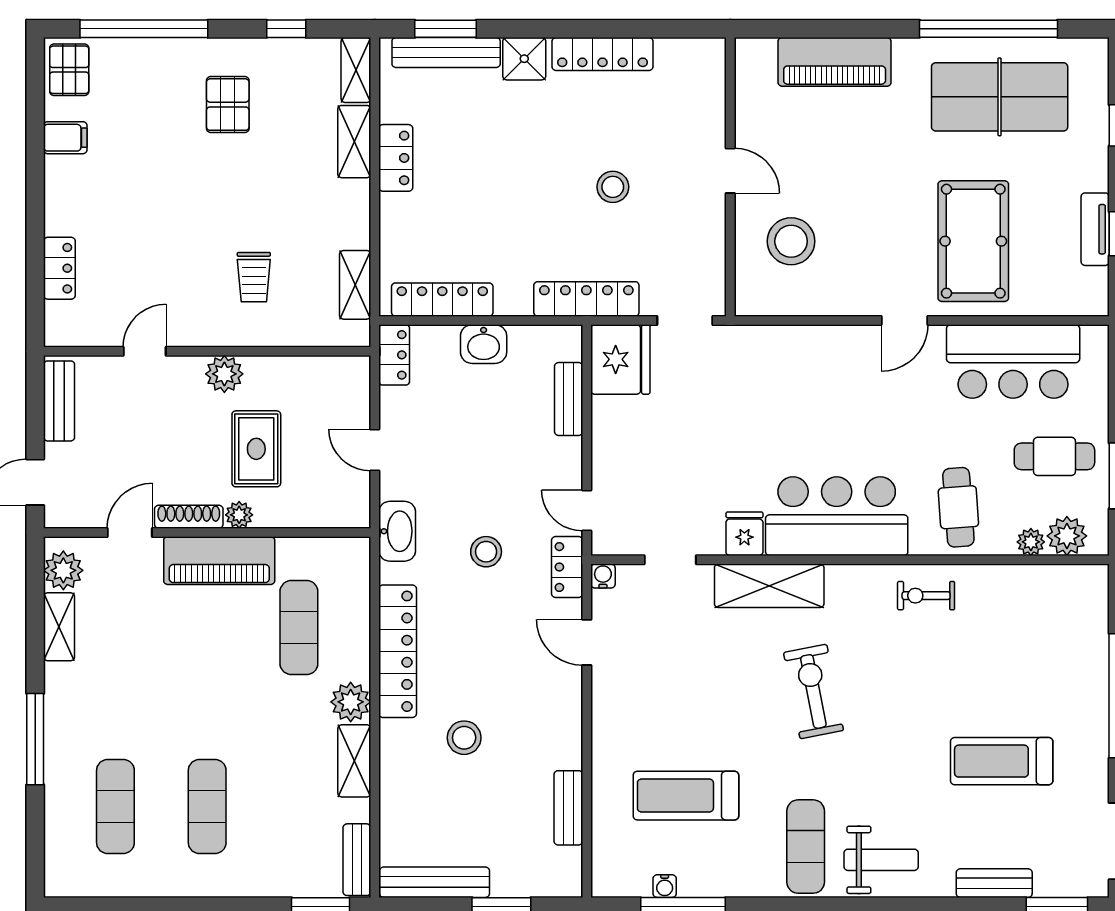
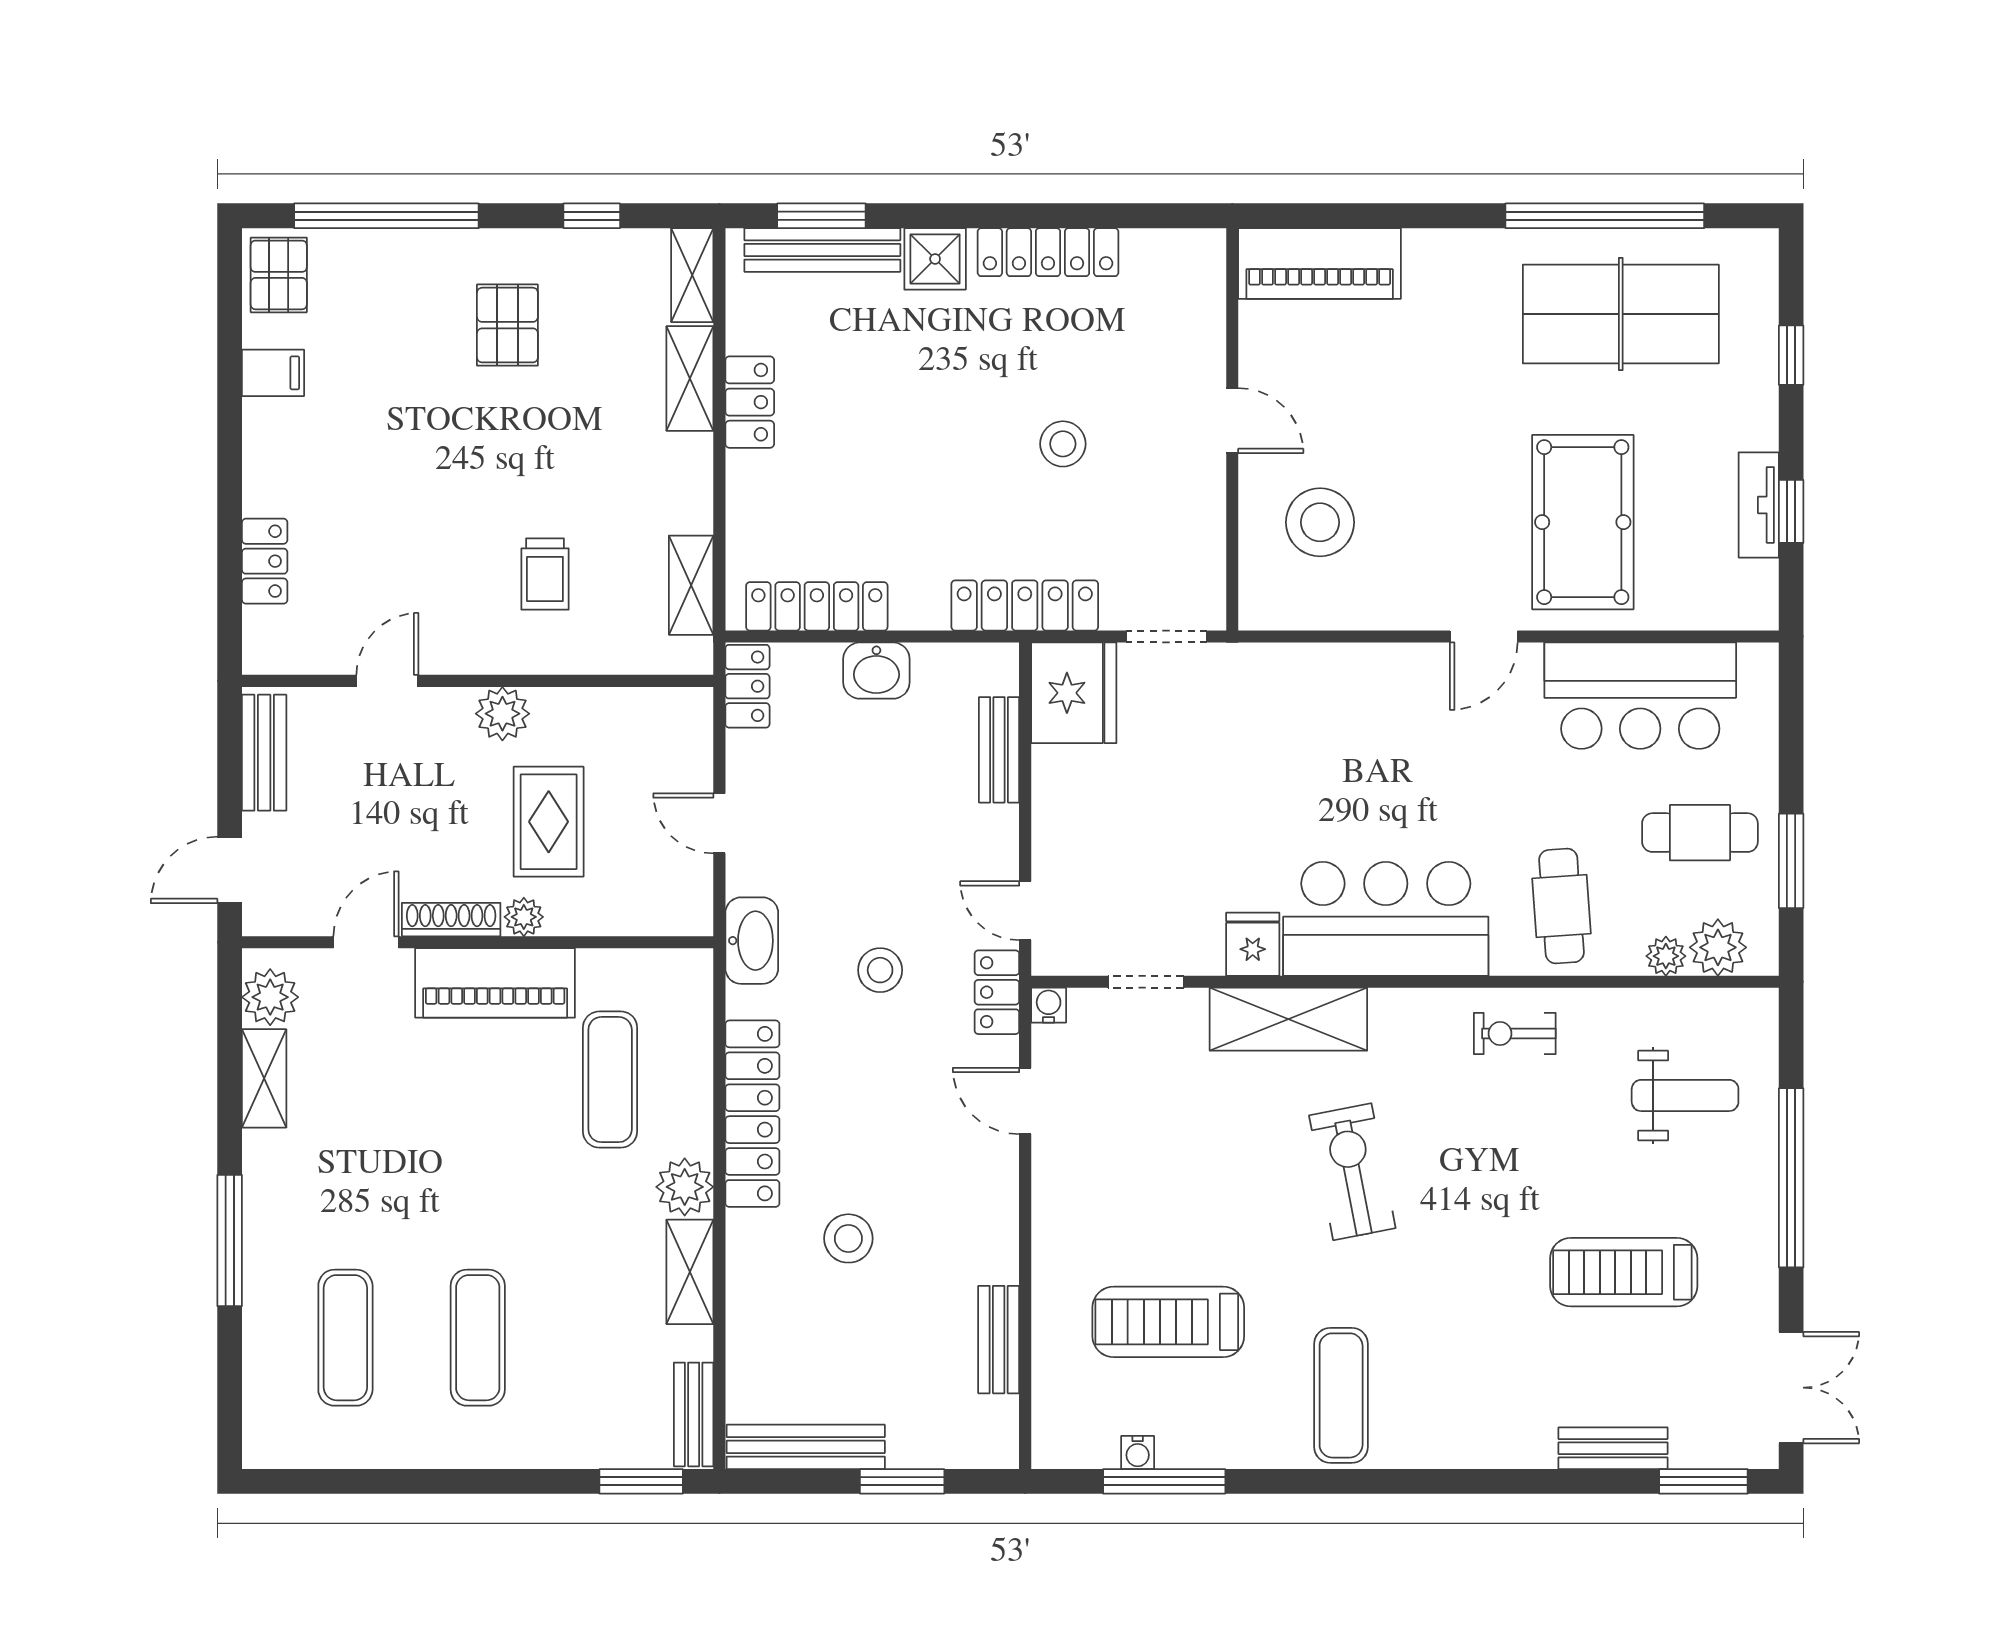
piano: (835, 62) -> (1320, 263), moved
weight bench: (881, 860) -> (1685, 1095), moved

